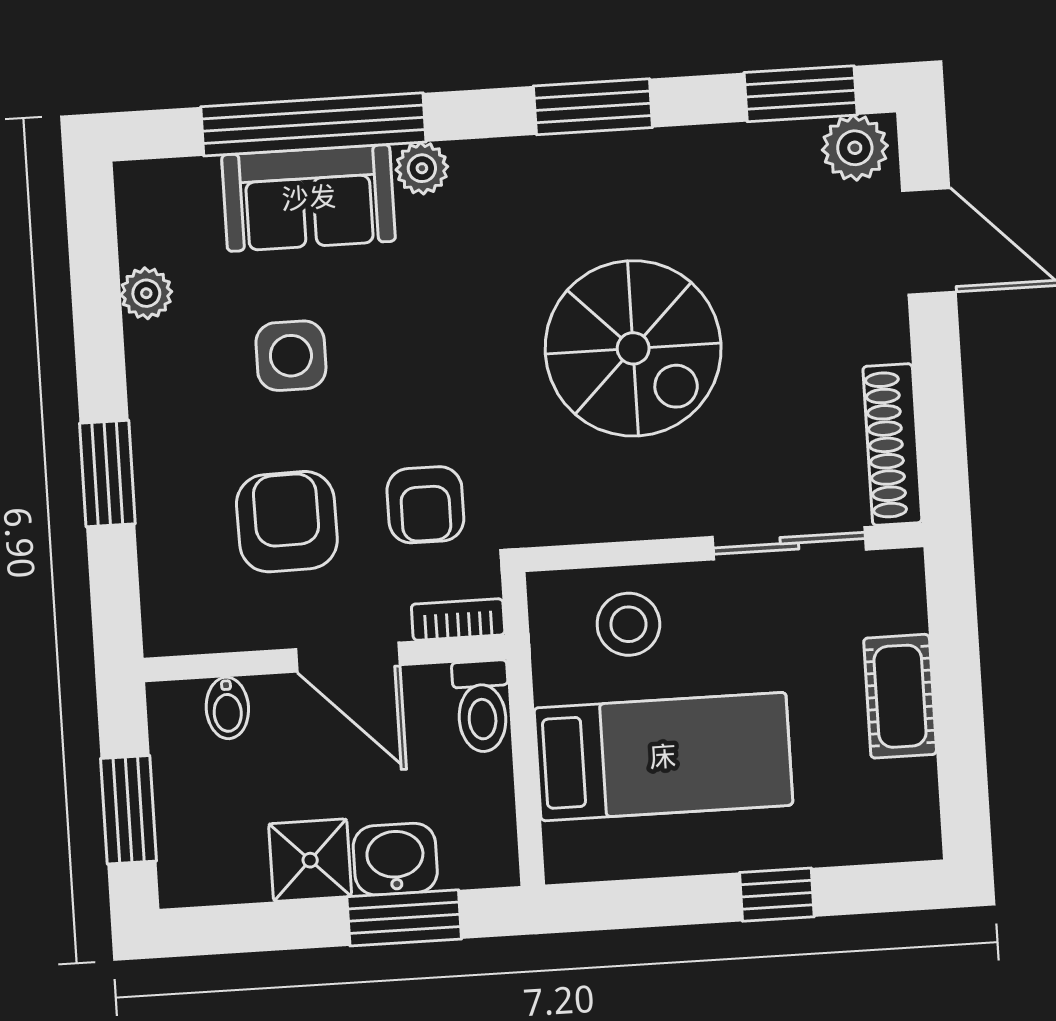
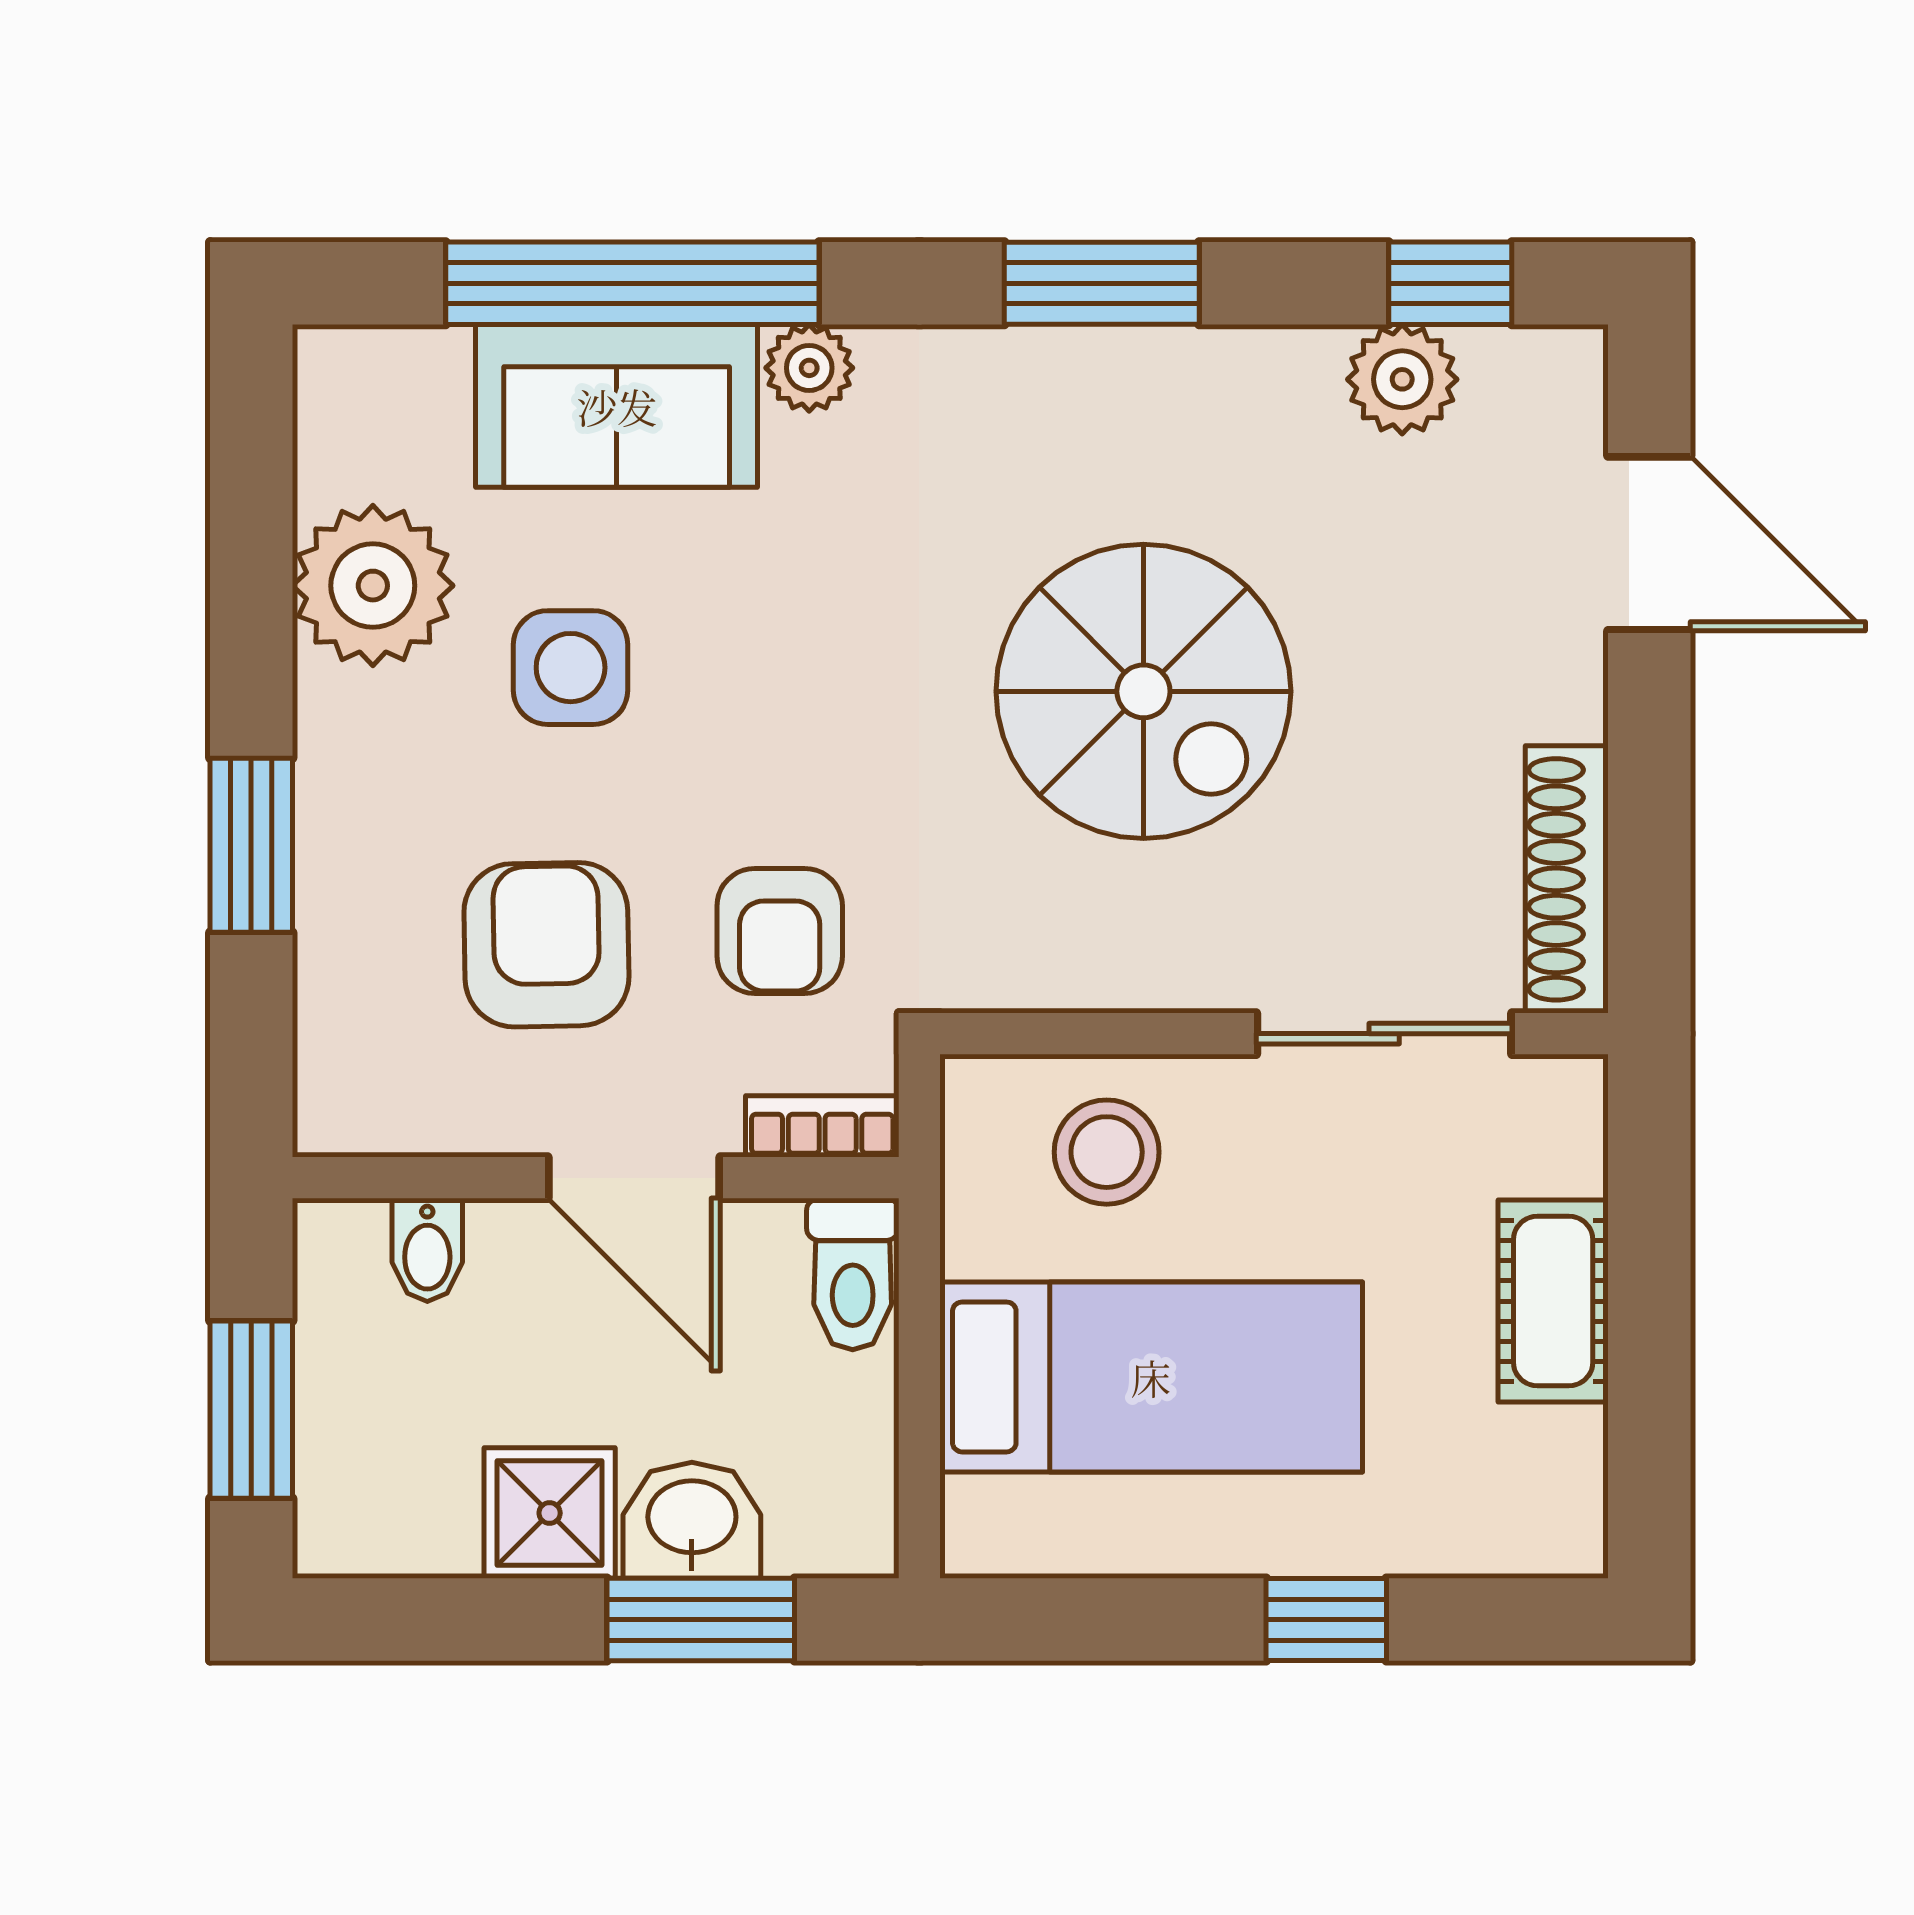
window: (801, 94) -> (1450, 283), width x0.67
plant: (855, 148) -> (1402, 379), moved
plant: (146, 293) -> (373, 586), width x1.88, depth x1.88

